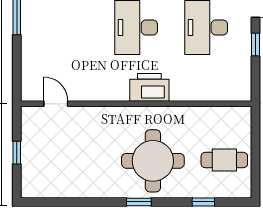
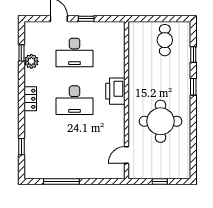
round table: (153, 161) -> (161, 121), moved
window: (139, 202) -> (193, 87), moved

